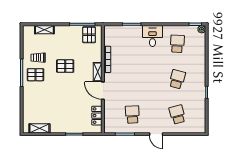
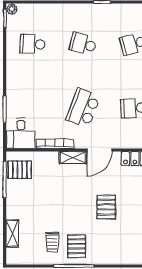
desk: (153, 36) -> (21, 133), moved, turned -90
pallet: (65, 66) -> (106, 207), moved
school desk: (132, 79) -> (83, 108), added

